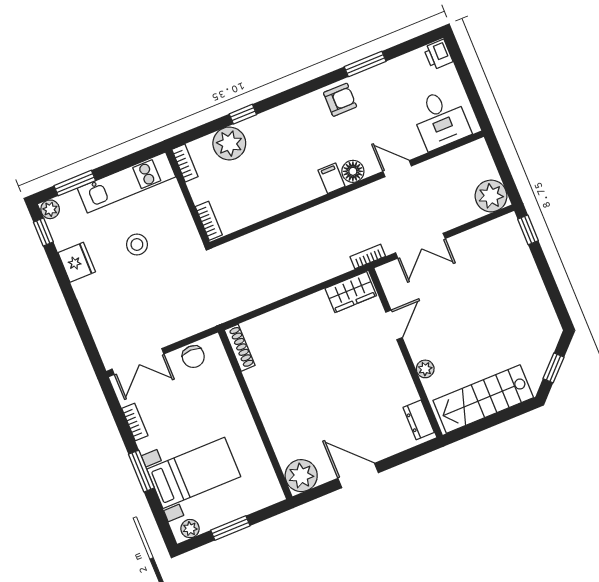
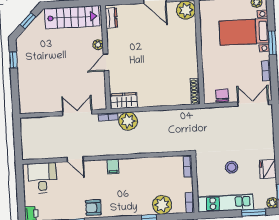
floor lamp: (353, 171) -> (100, 166), removed
plant: (491, 196) -> (128, 121), moved
window: (528, 230) -> (13, 60), moved
door: (394, 325) -> (106, 62), moved

